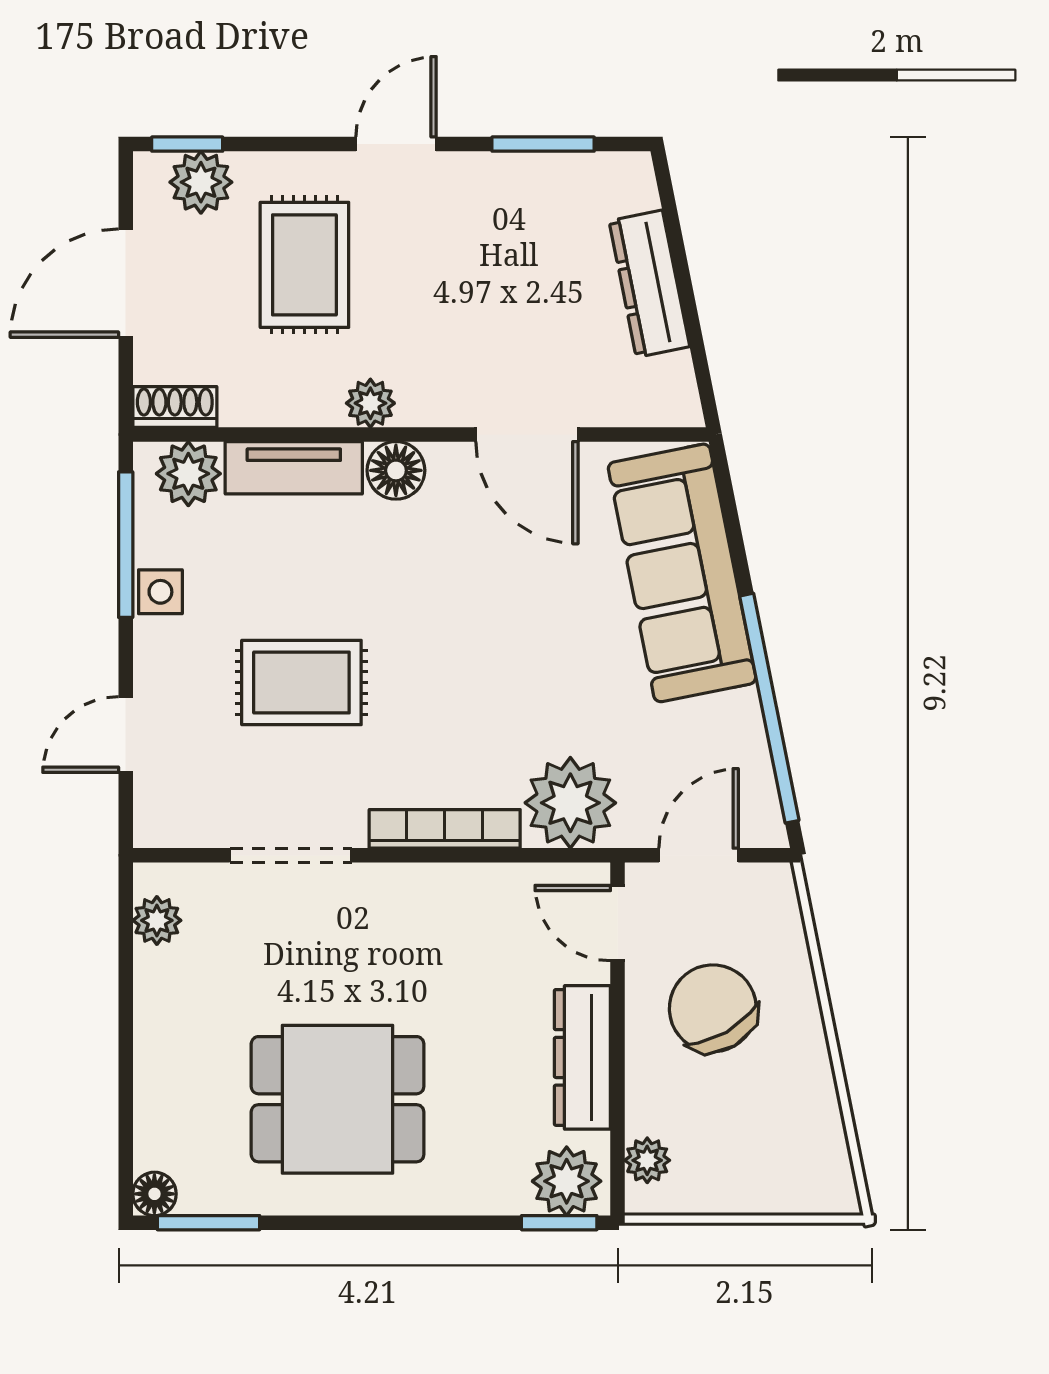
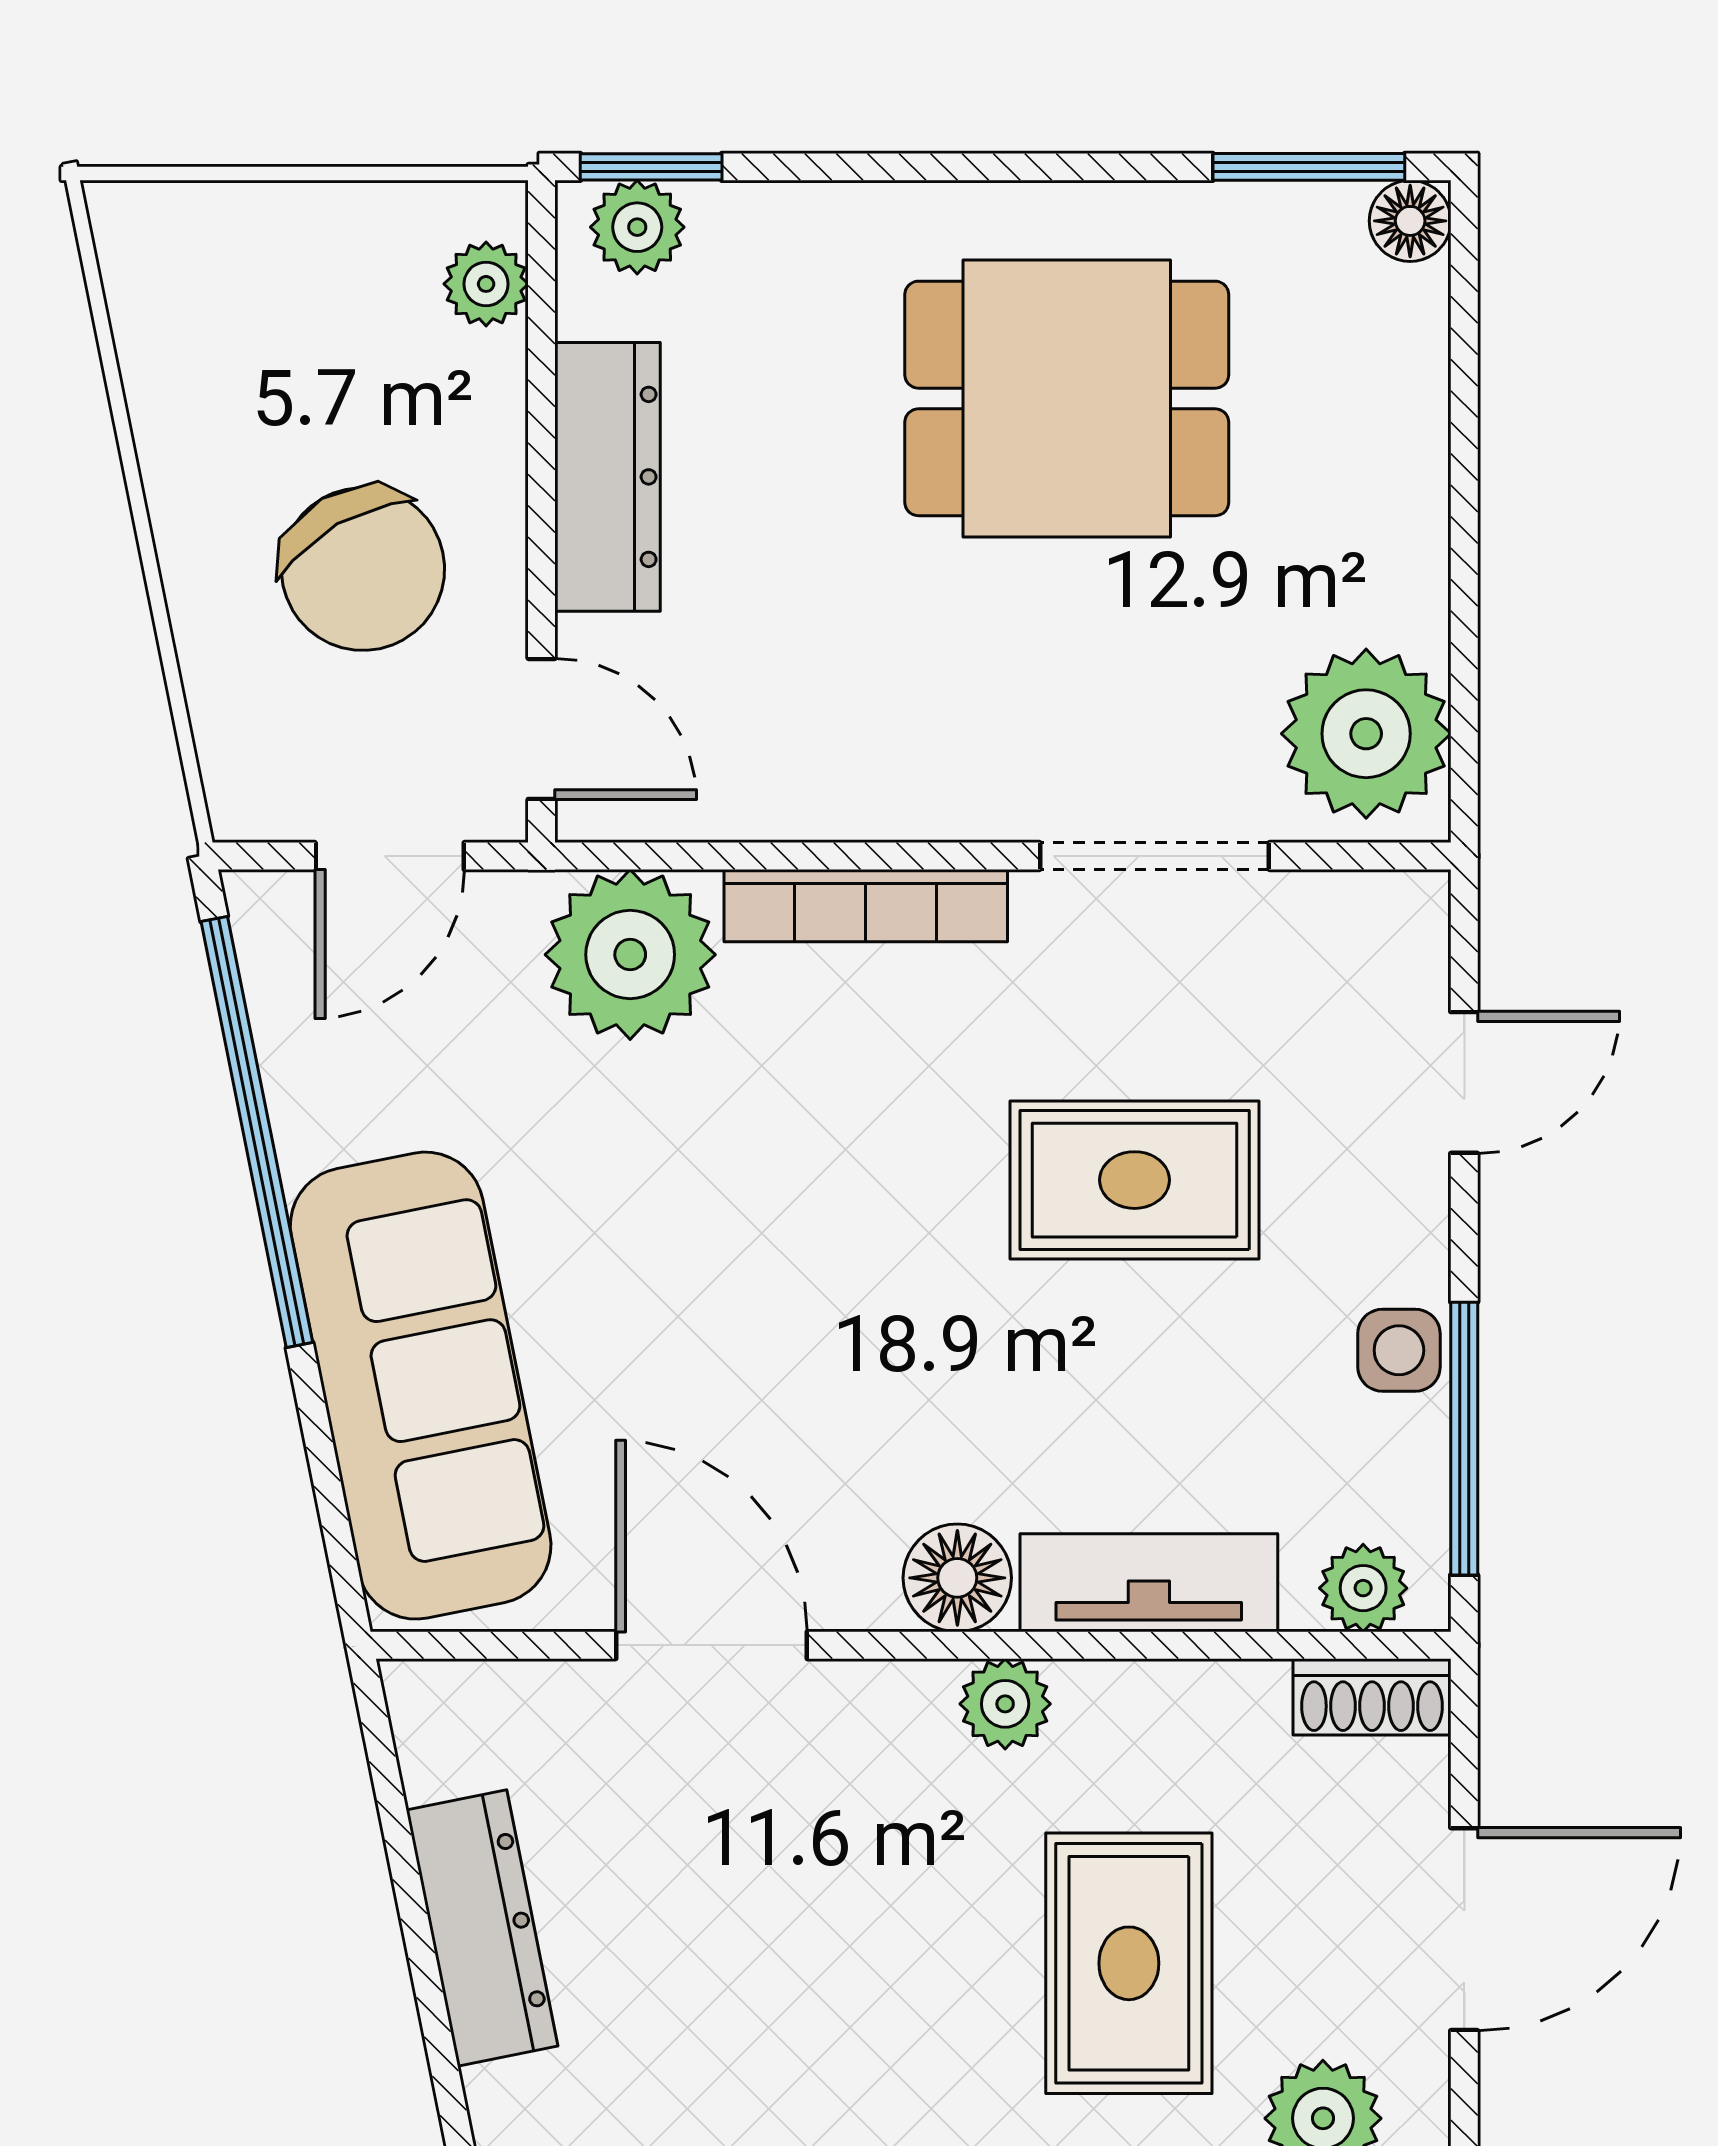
plant: (188, 474) -> (1363, 1588), width x0.73, depth x0.73
plant: (157, 920) -> (1366, 734), width x1.88, depth x1.88
plant: (567, 1181) -> (637, 227), width x0.73, depth x0.73

